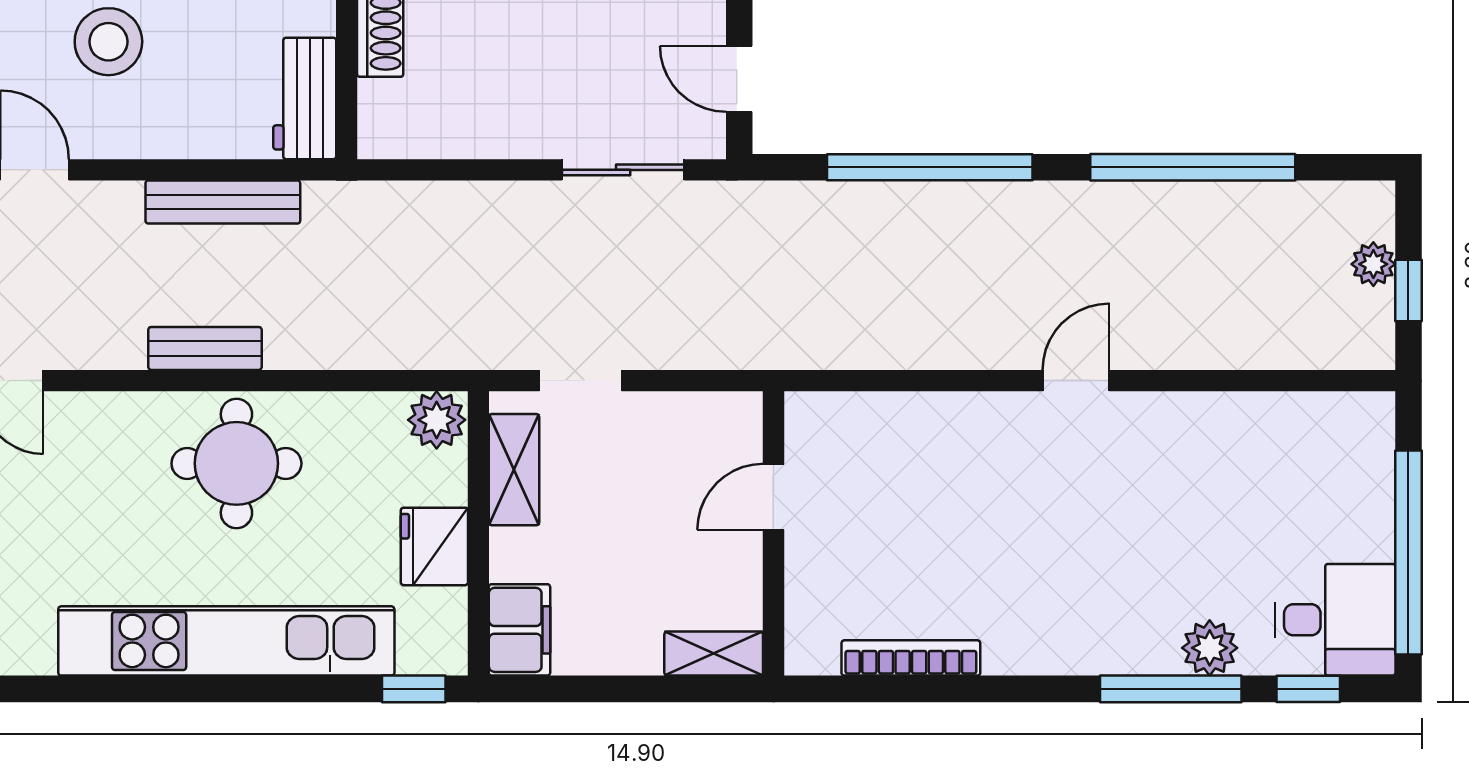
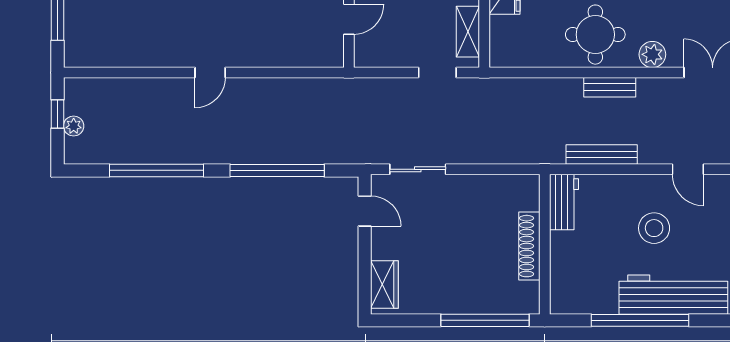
plant: (437, 420) -> (652, 54), moved

